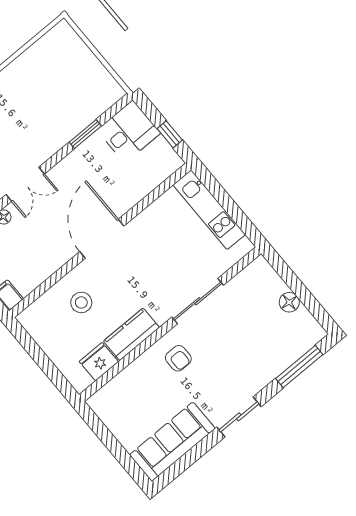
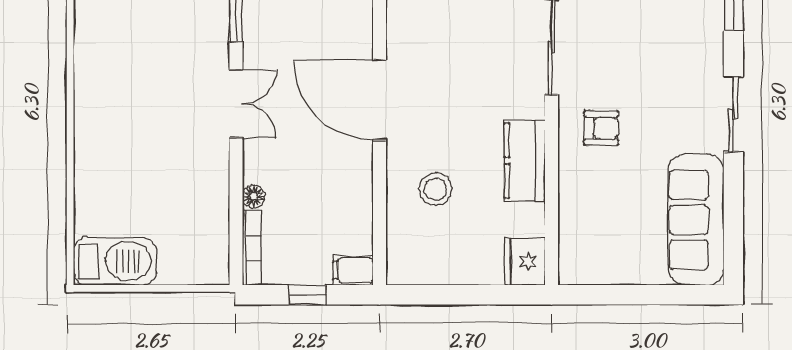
double door: (25, 184) -> (236, 104), moved
fridge: (99, 362) -> (525, 262), moved

